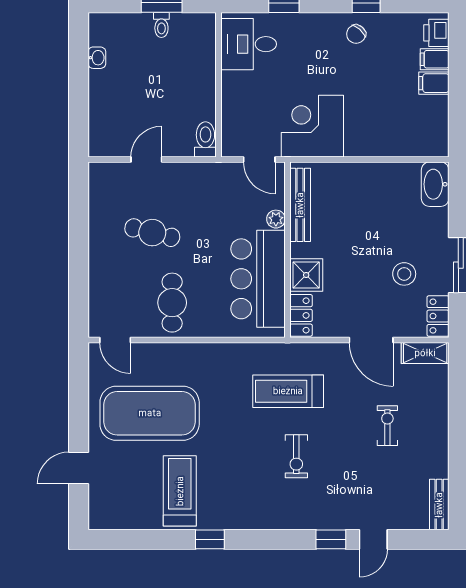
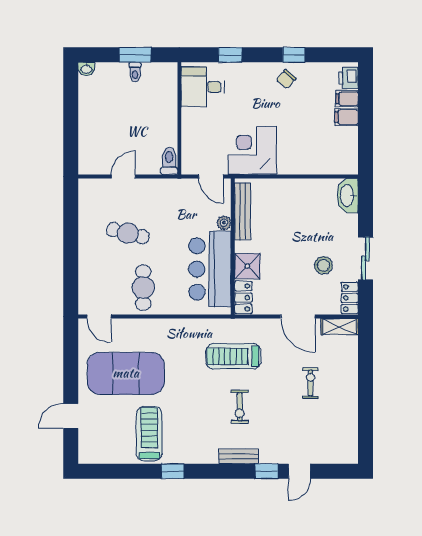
washbasin: (97, 58) -> (86, 69), moved, turned 90
bench: (439, 505) -> (239, 456), moved, turned 90

